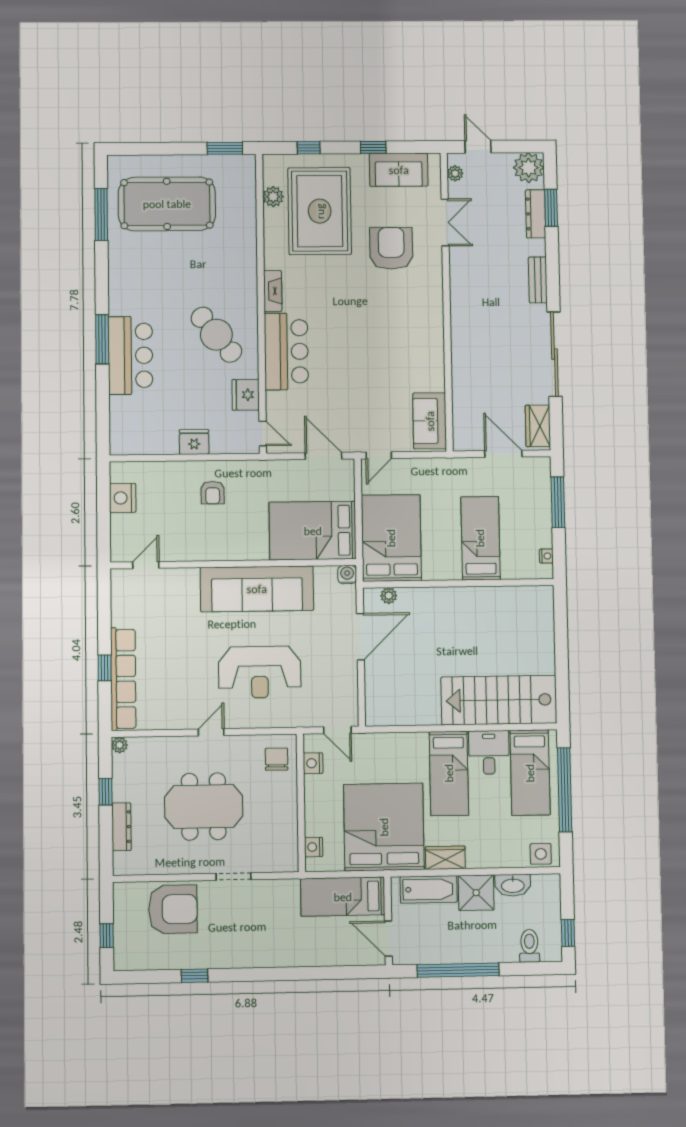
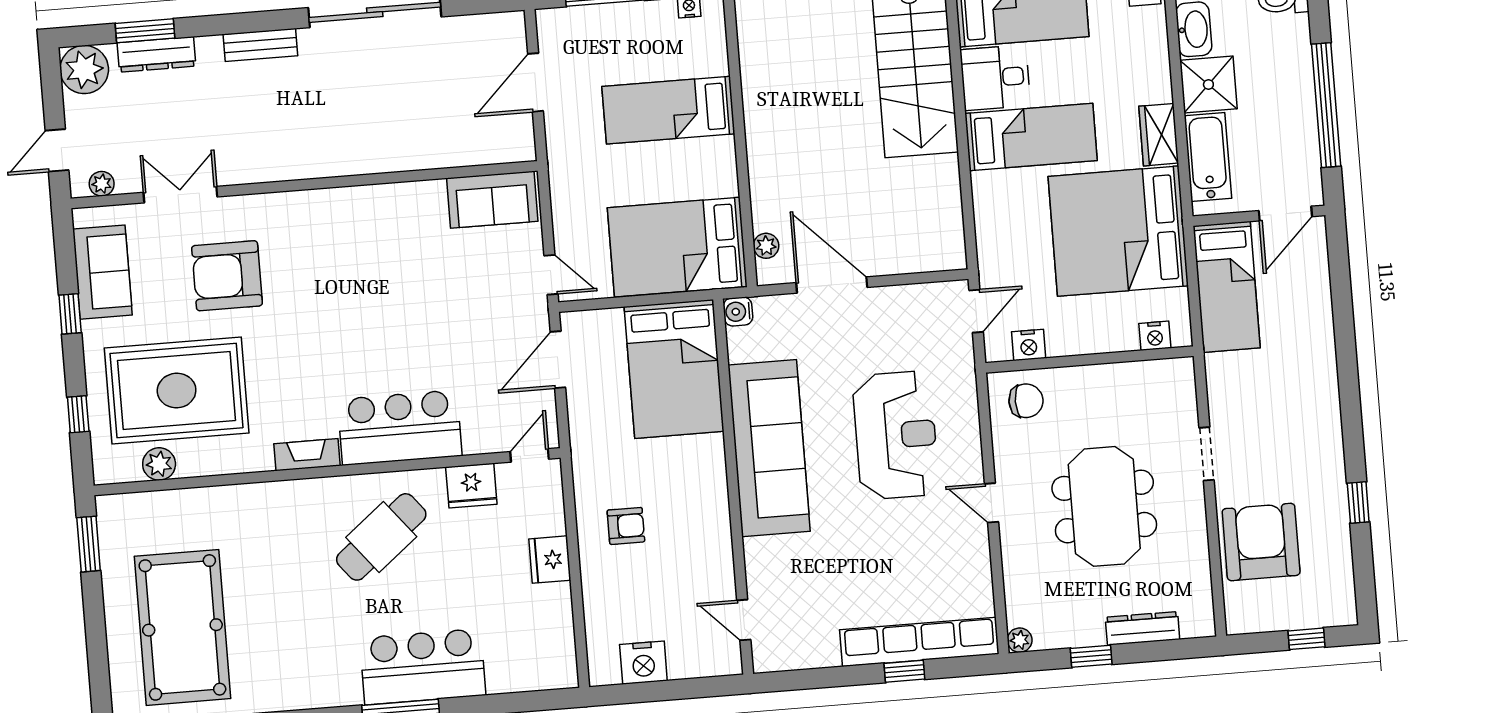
wardrobe: (538, 426) -> (488, 32), removed
chair: (277, 759) -> (1026, 401), turned 180

